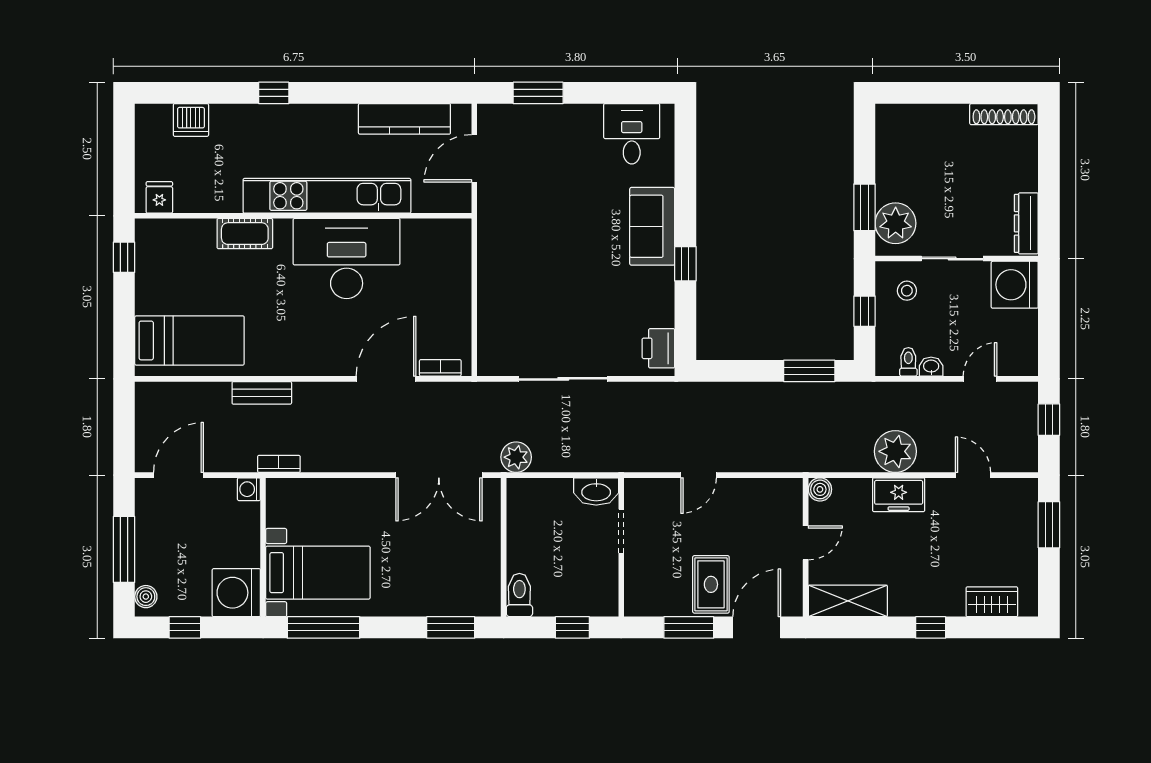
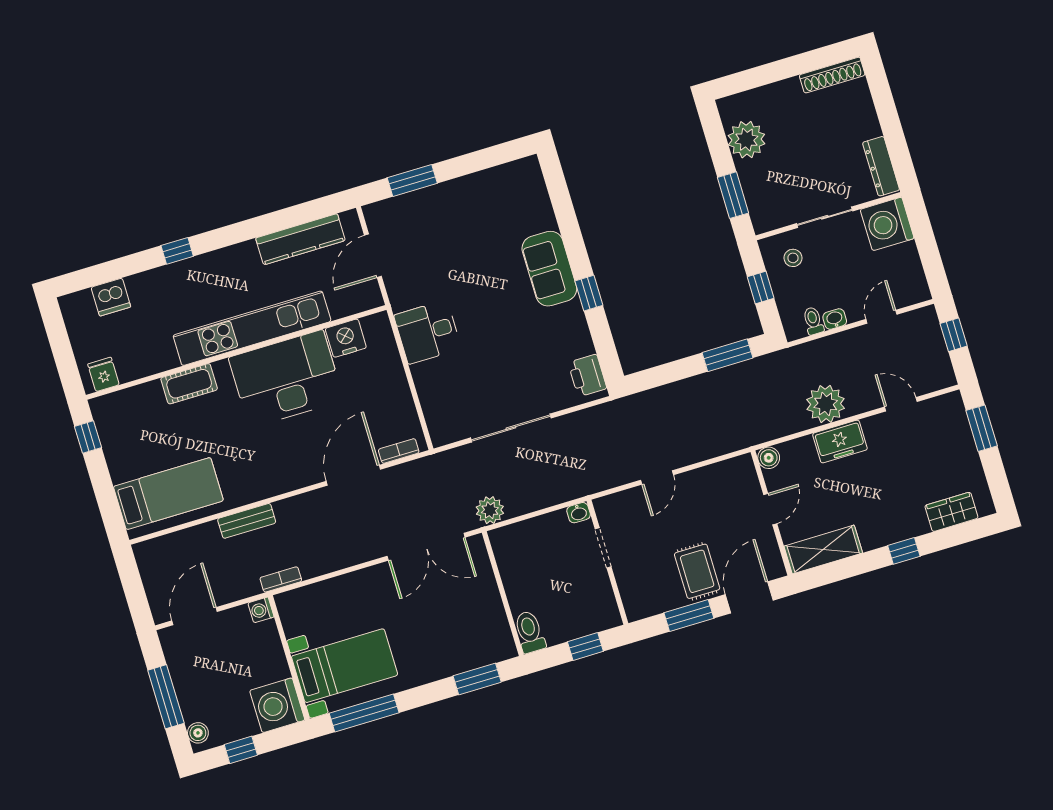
desk: (632, 134) -> (428, 332), moved, turned -90
plant: (896, 223) -> (746, 140), moved
nightstand: (421, 235) -> (346, 338), added
washbasin: (596, 491) -> (579, 513), width x0.52, depth x0.69

